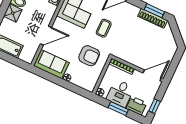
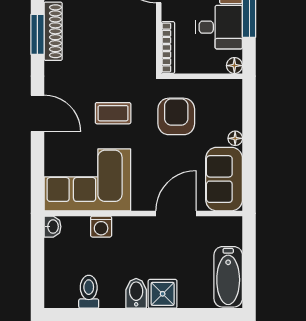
door: (46, 36) -> (176, 213), hinge flipped

